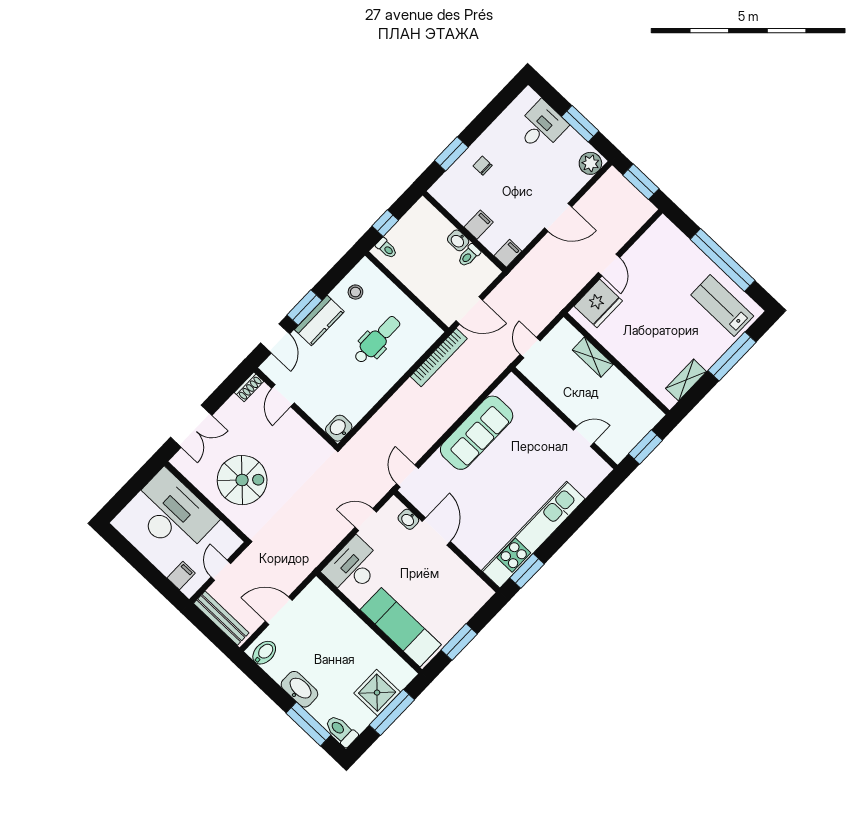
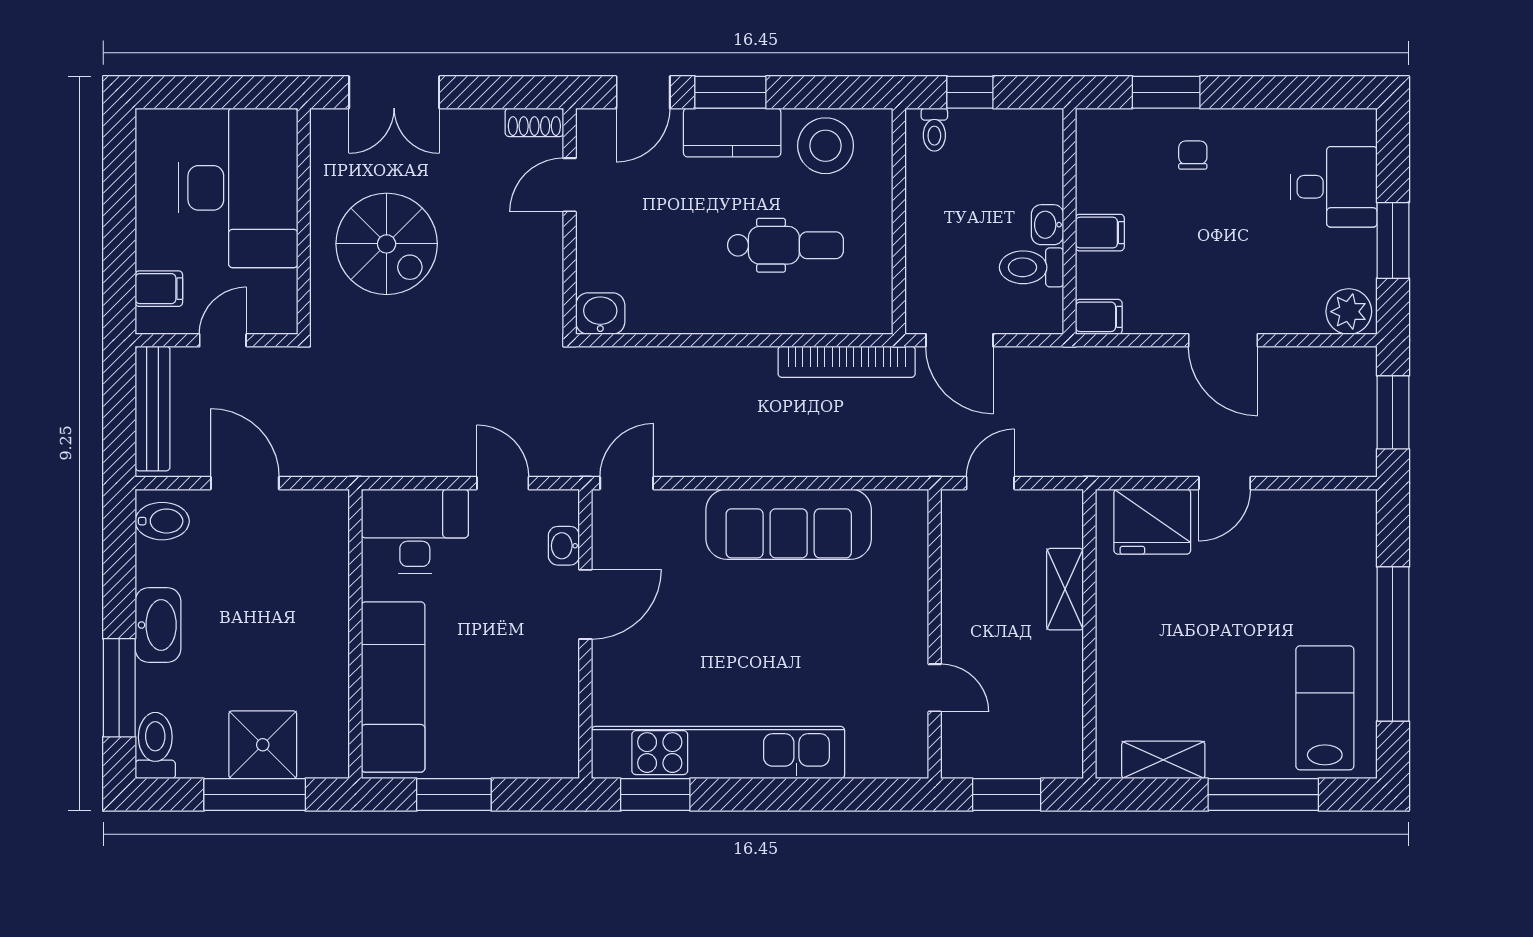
toilet: (469, 255) -> (1031, 267), width x1.37, depth x1.39
stool: (355, 292) -> (826, 146), width x1.89, depth x1.89

